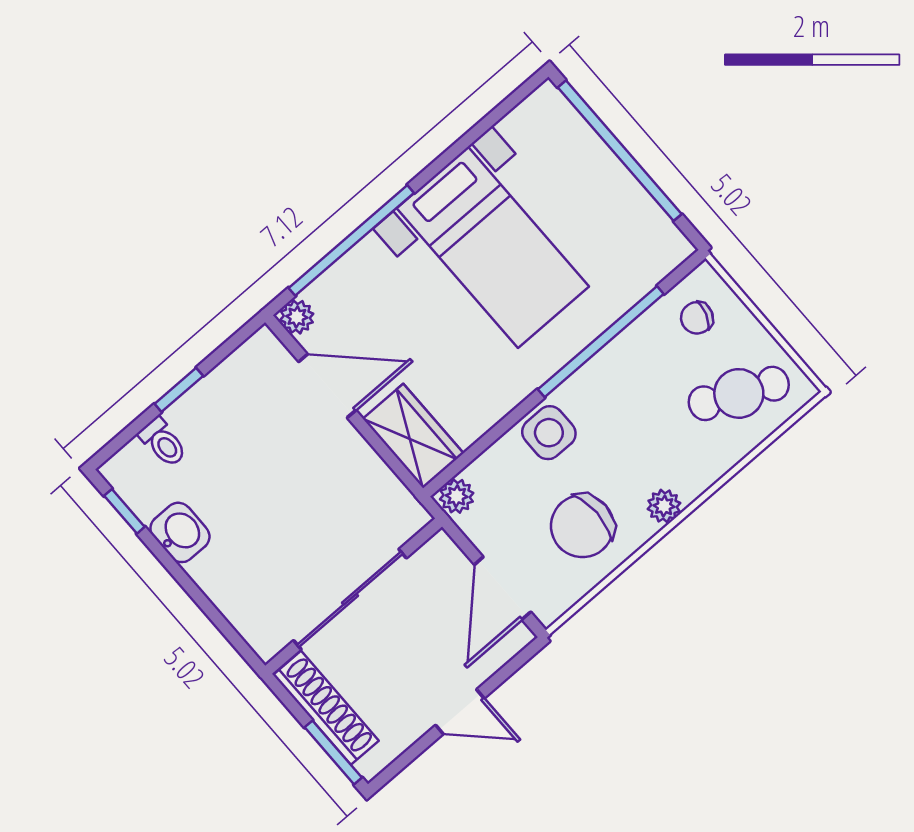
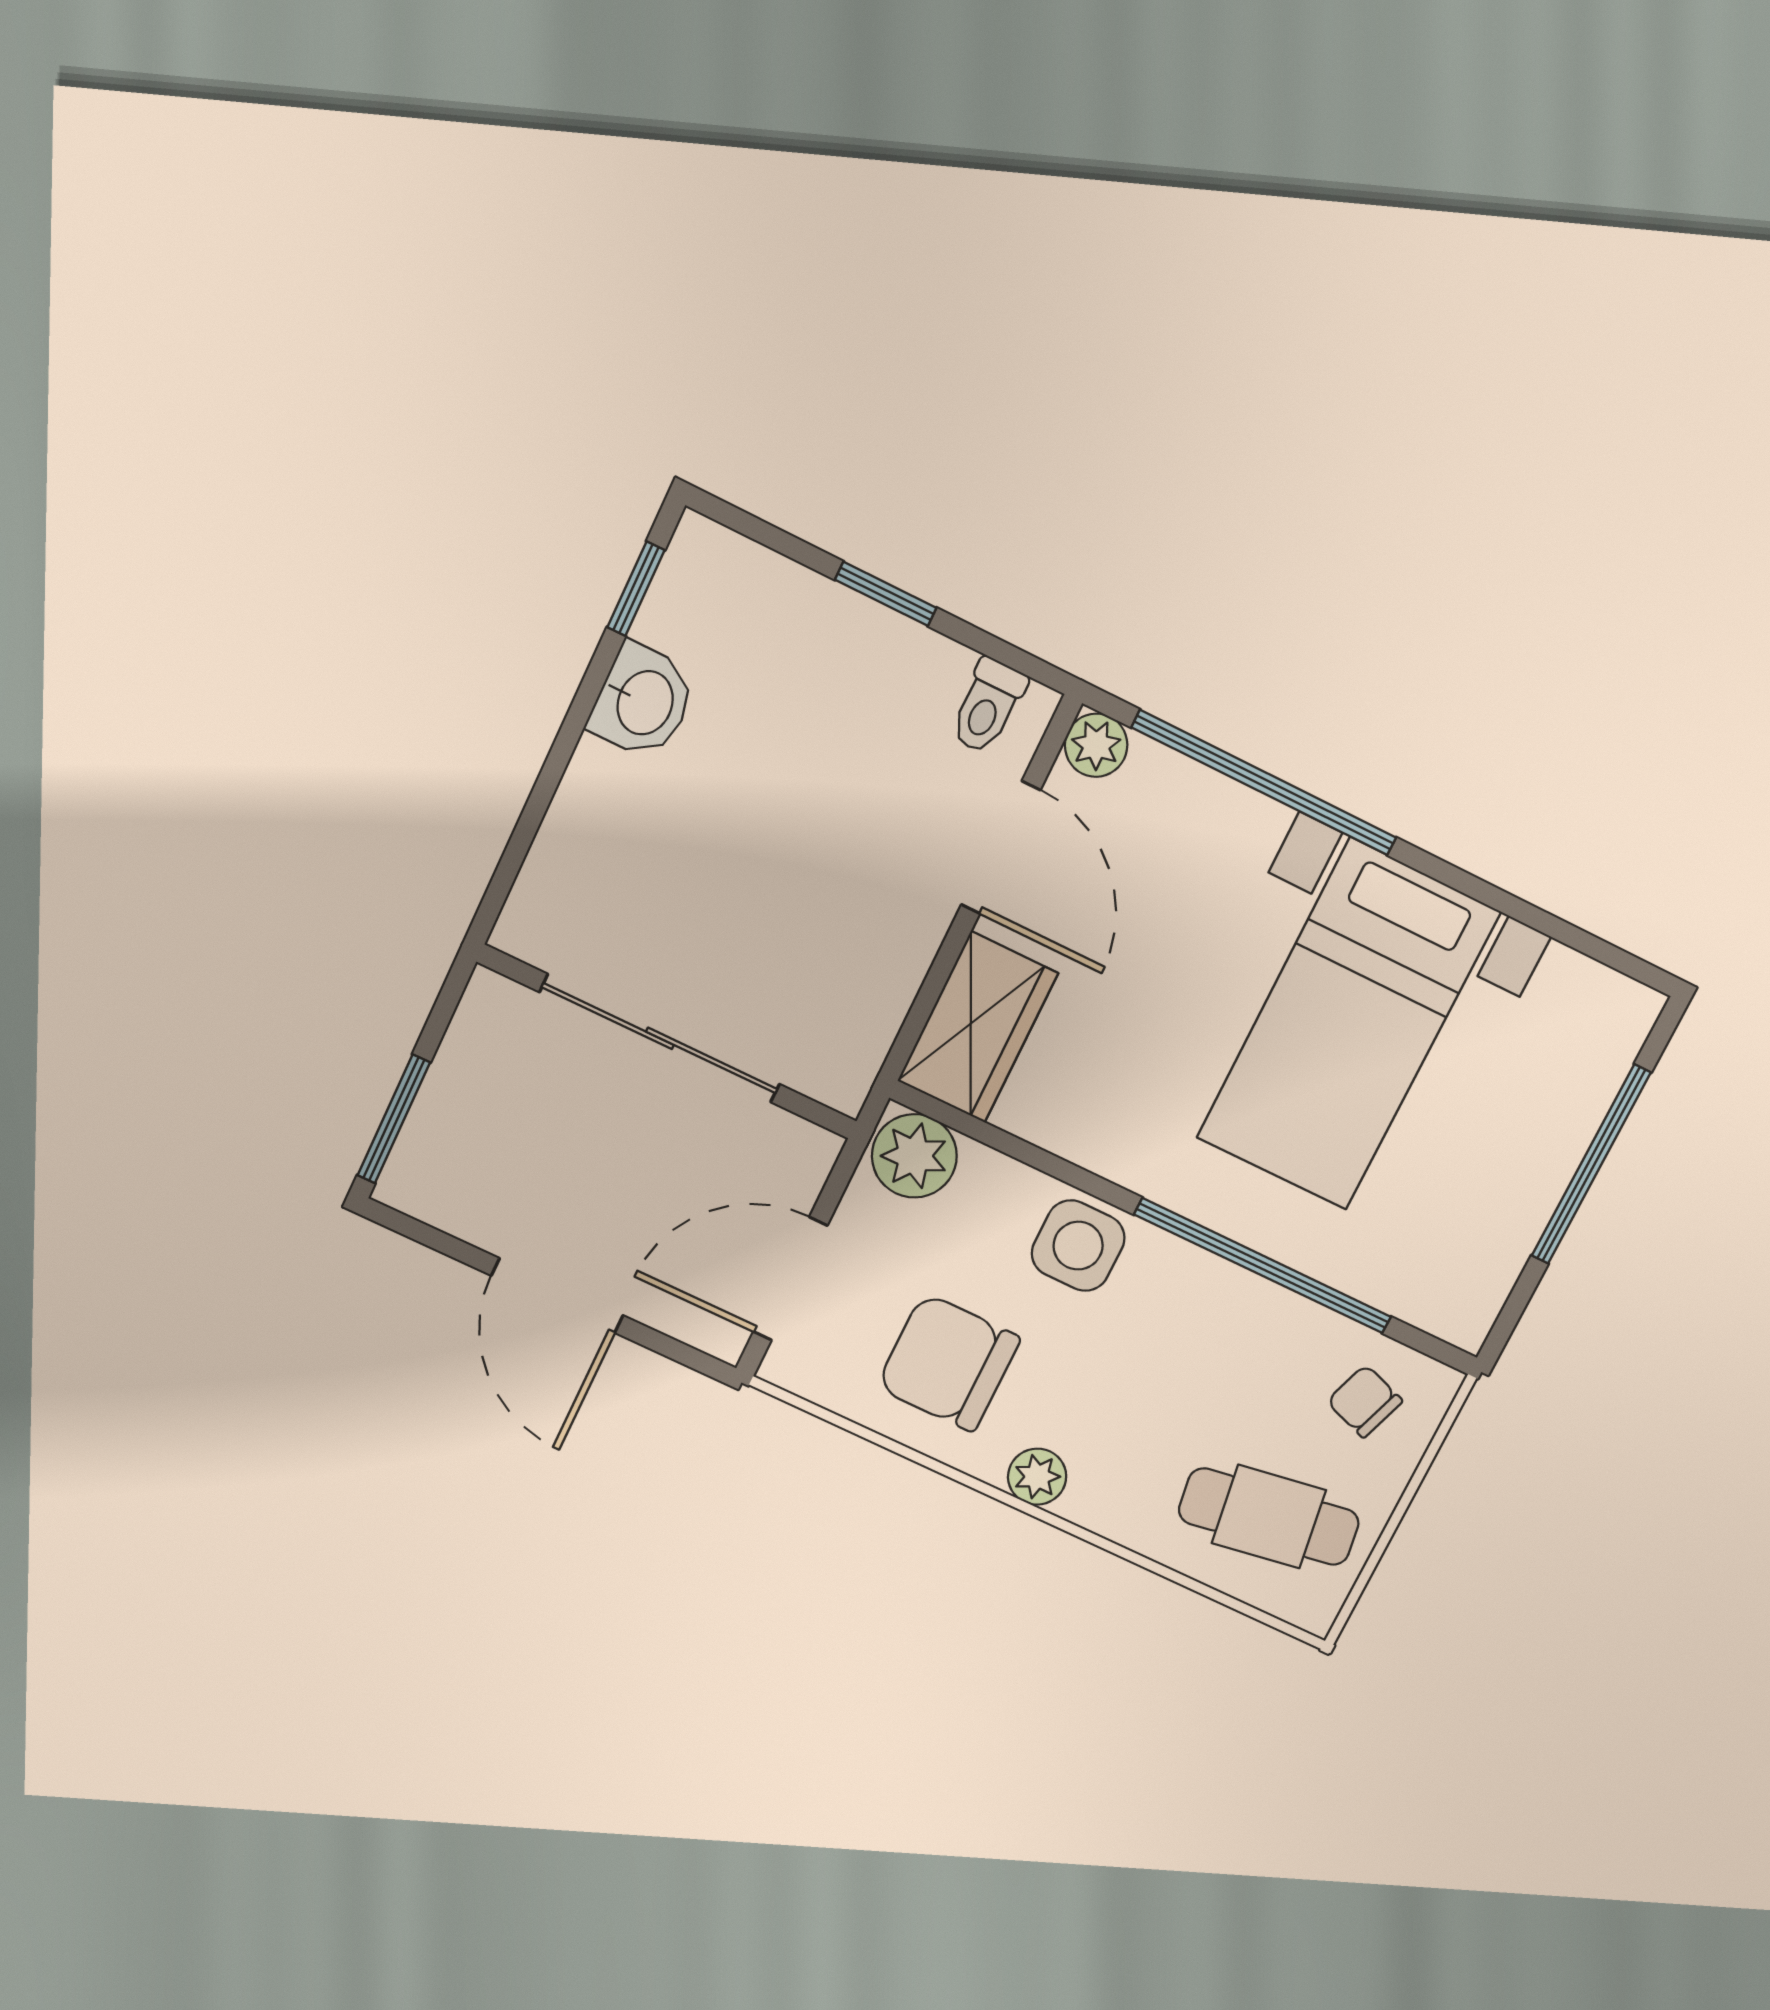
window: (620, 151) -> (1591, 1164), width x0.68
cafe table: (739, 393) -> (1269, 1517), turned -34
toilet: (163, 442) -> (988, 706), moved
plant: (457, 496) -> (914, 1156), width x1.38, depth x1.38
shoe rack: (326, 708) -> (462, 1075), removed
door: (460, 712) -> (557, 1296), width x1.38

